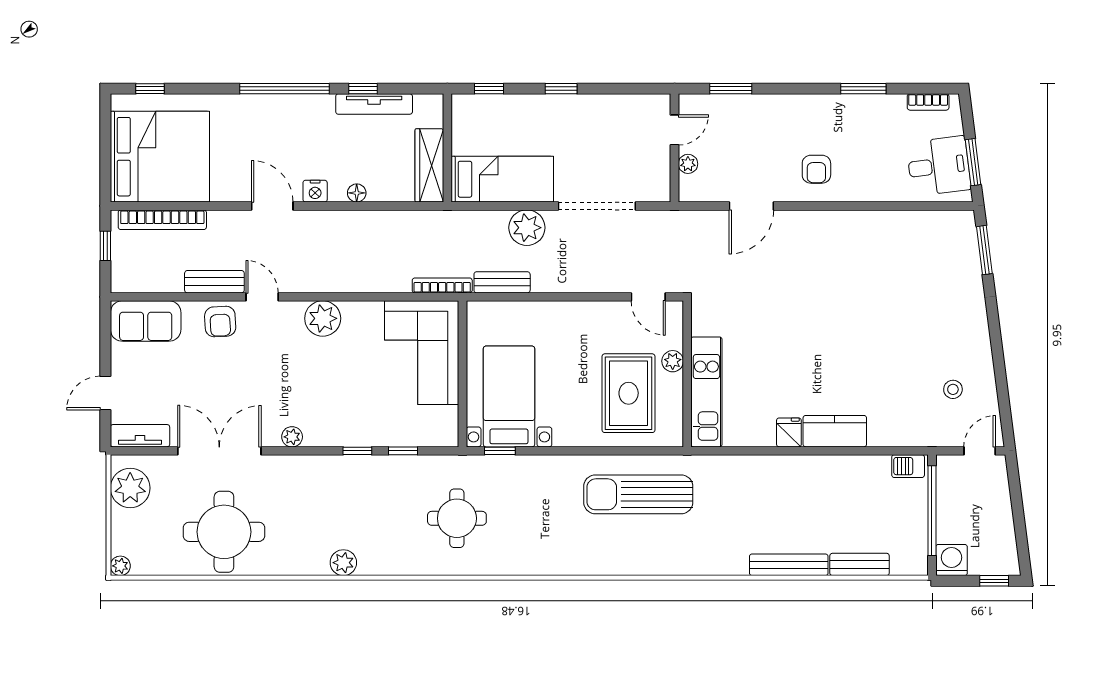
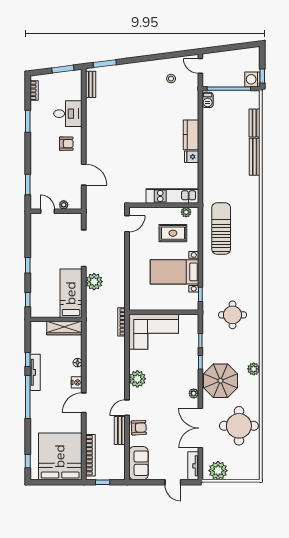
tv unit: (374, 104) -> (35, 372), moved
desk: (939, 166) -> (68, 114), moved, turned 97
bench: (502, 282) -> (91, 84), moved
plant: (673, 361) -> (186, 212), moved
rug: (629, 393) -> (173, 233), width x0.73, depth x0.70
bed with nightstands: (509, 396) -> (174, 272), moved
parasol: (319, 493) -> (220, 381), added
sun lounger: (638, 494) -> (221, 229), turned 180
plant: (120, 566) -> (255, 475), removed
window: (994, 581) -> (262, 76), moved

